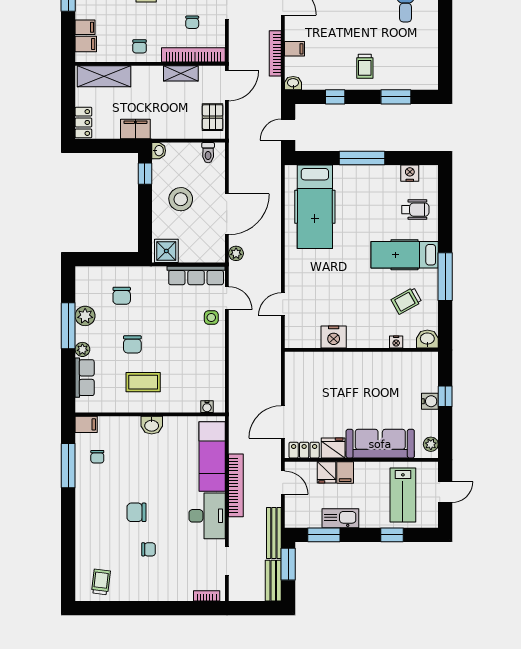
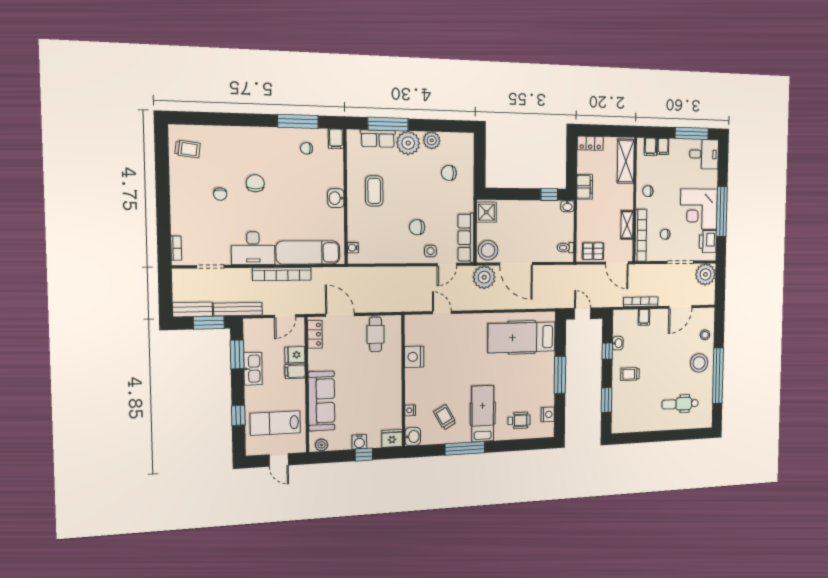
washbasin: (293, 83) -> (618, 343), moved
stool: (181, 199) -> (488, 250), moved
wheelchair: (415, 210) -> (519, 420), turned -90
plant: (236, 253) -> (484, 277), width x1.88, depth x1.88
window: (68, 326) -> (388, 124), moved
chair: (132, 344) -> (417, 227), moved
plant: (82, 349) -> (408, 143), width x1.88, depth x1.88
cafe table: (306, 382) -> (376, 334), added
fridge: (333, 448) -> (392, 438), moved, turned -90

